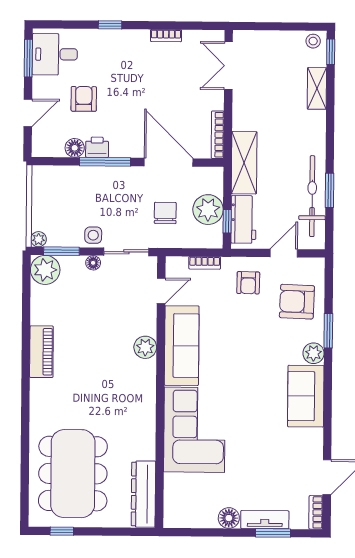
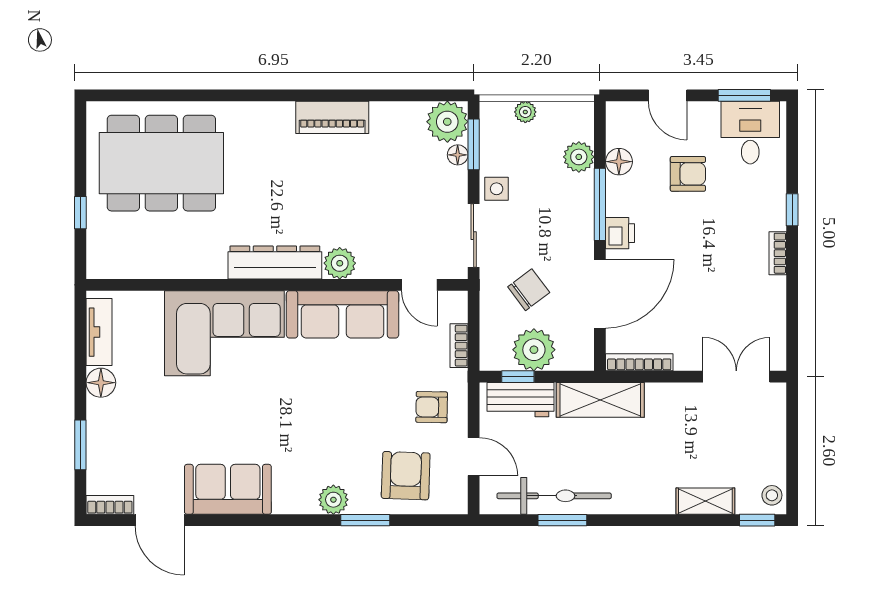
bookcase: (166, 36) -> (778, 253), moved
printer: (97, 147) -> (620, 233), moved
plant: (71, 176) -> (579, 157), added
chair: (165, 213) -> (529, 290), turned -37
plant: (39, 239) -> (525, 112), moved
floor lamp: (93, 263) -> (458, 155), moved
sofa: (306, 396) -> (228, 489), moved
dresser: (143, 494) -> (275, 262), moved
tv unit: (265, 520) -> (99, 332), moved
window: (62, 531) -> (80, 213), moved

